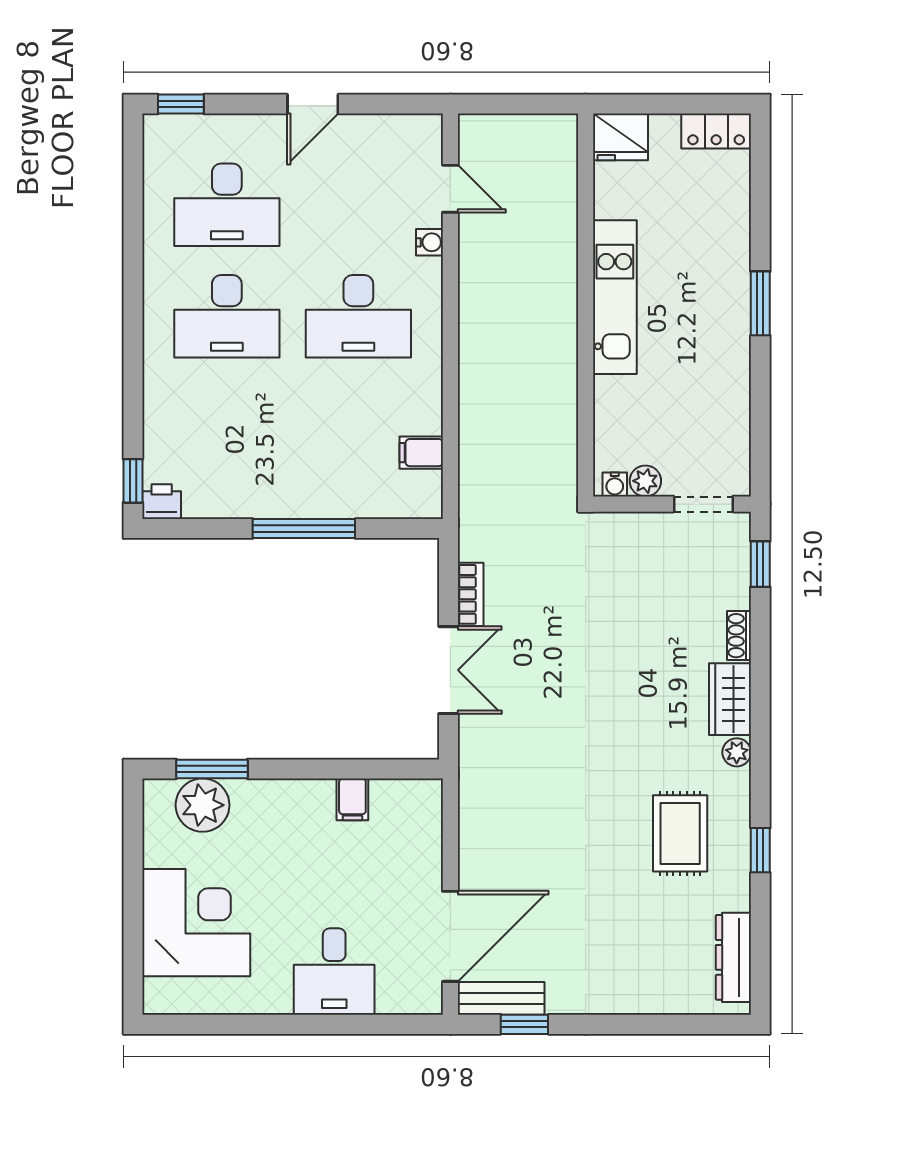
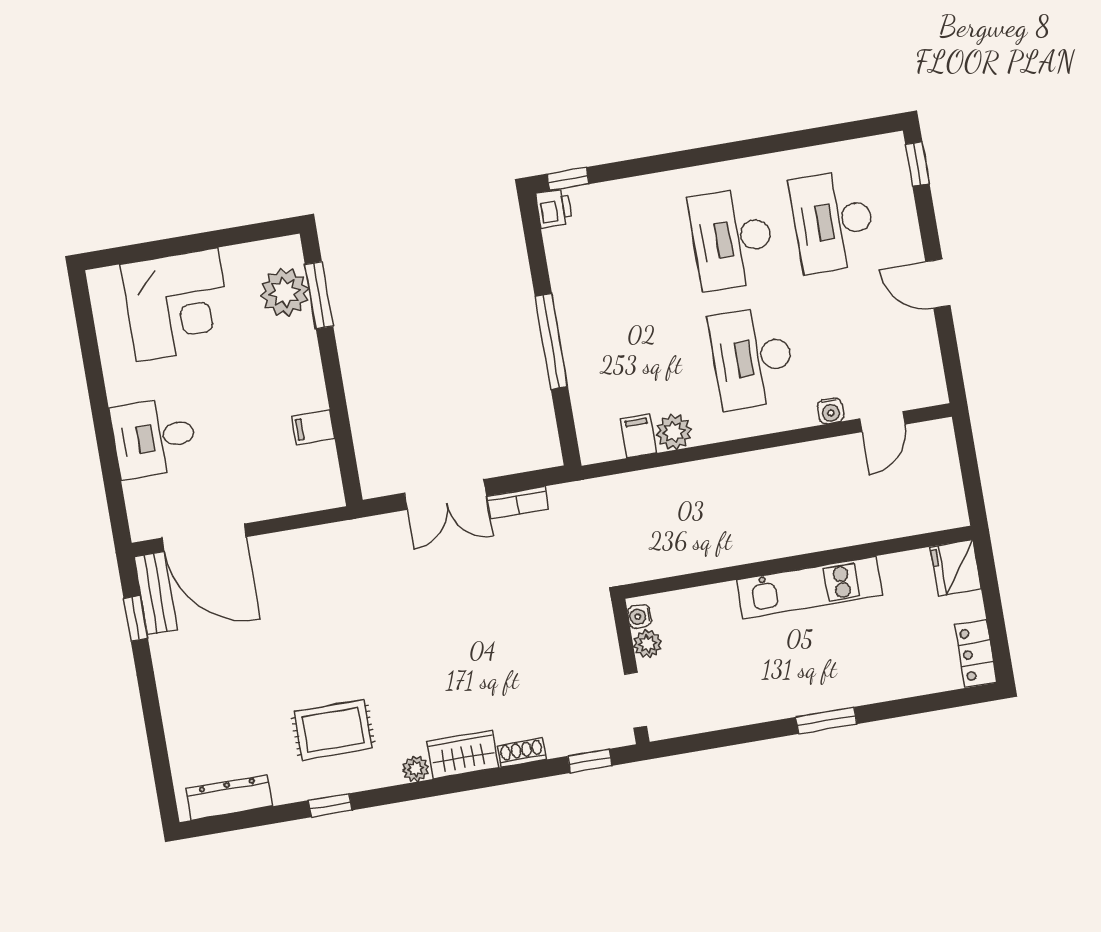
plant: (423, 414) -> (674, 432), added

